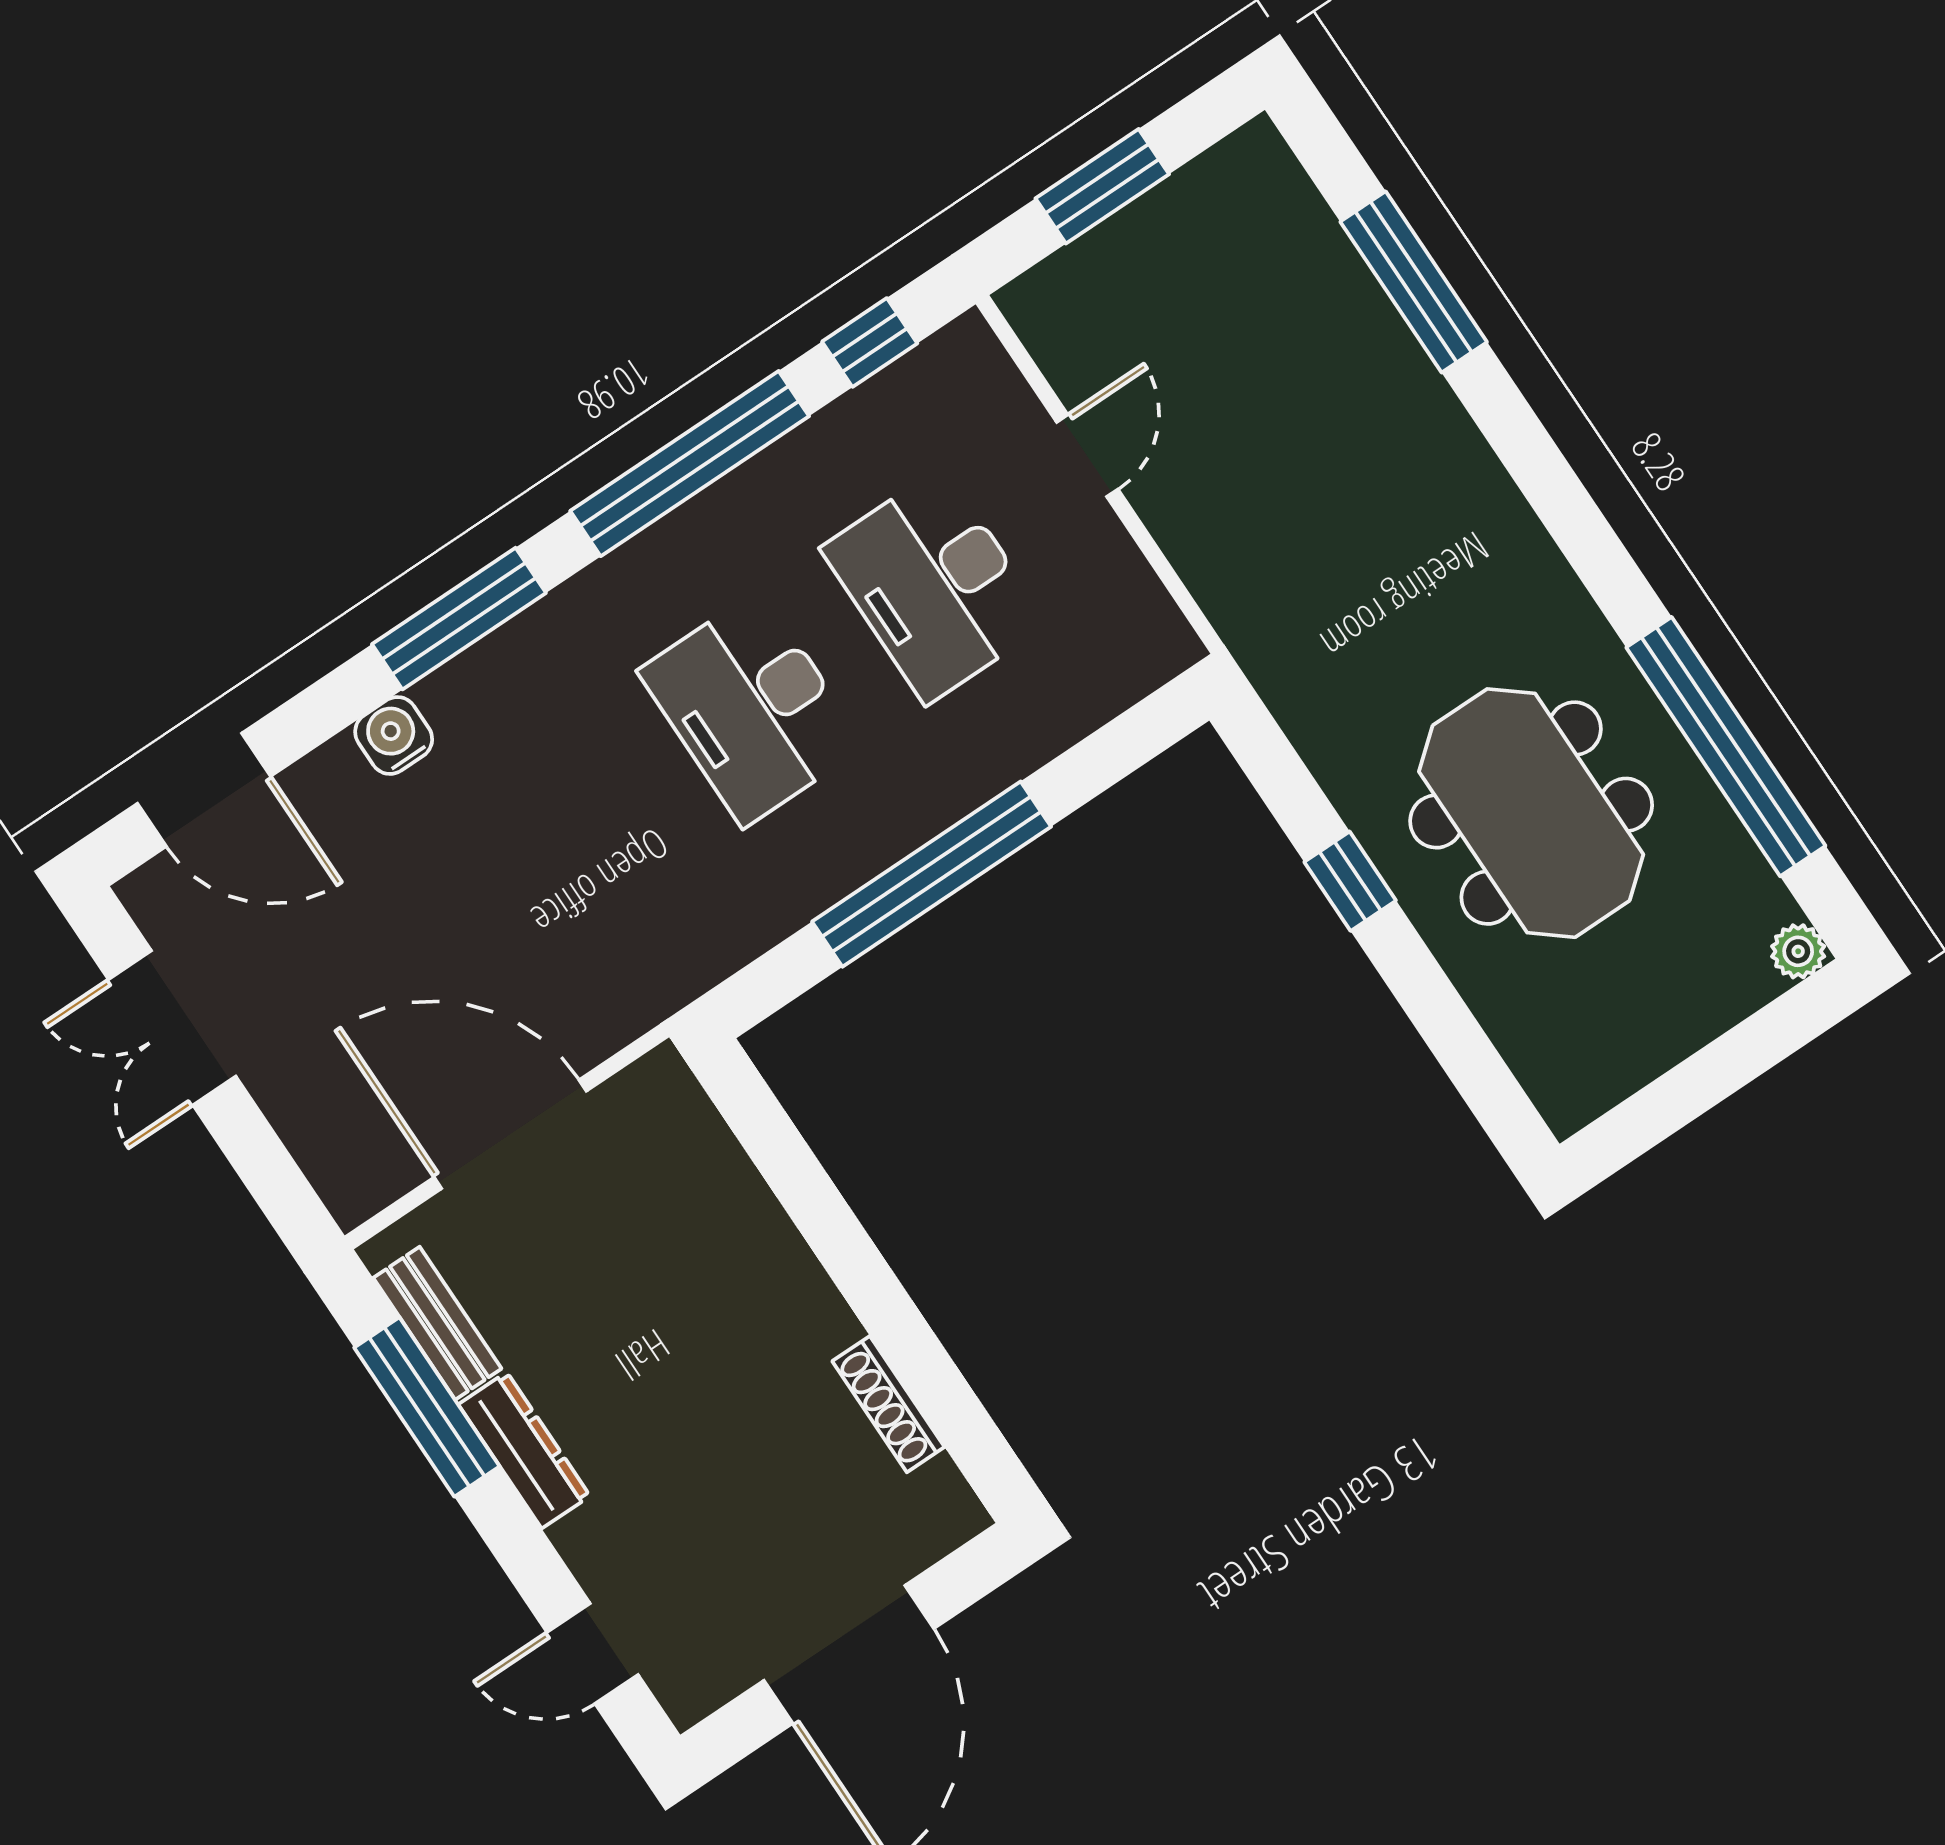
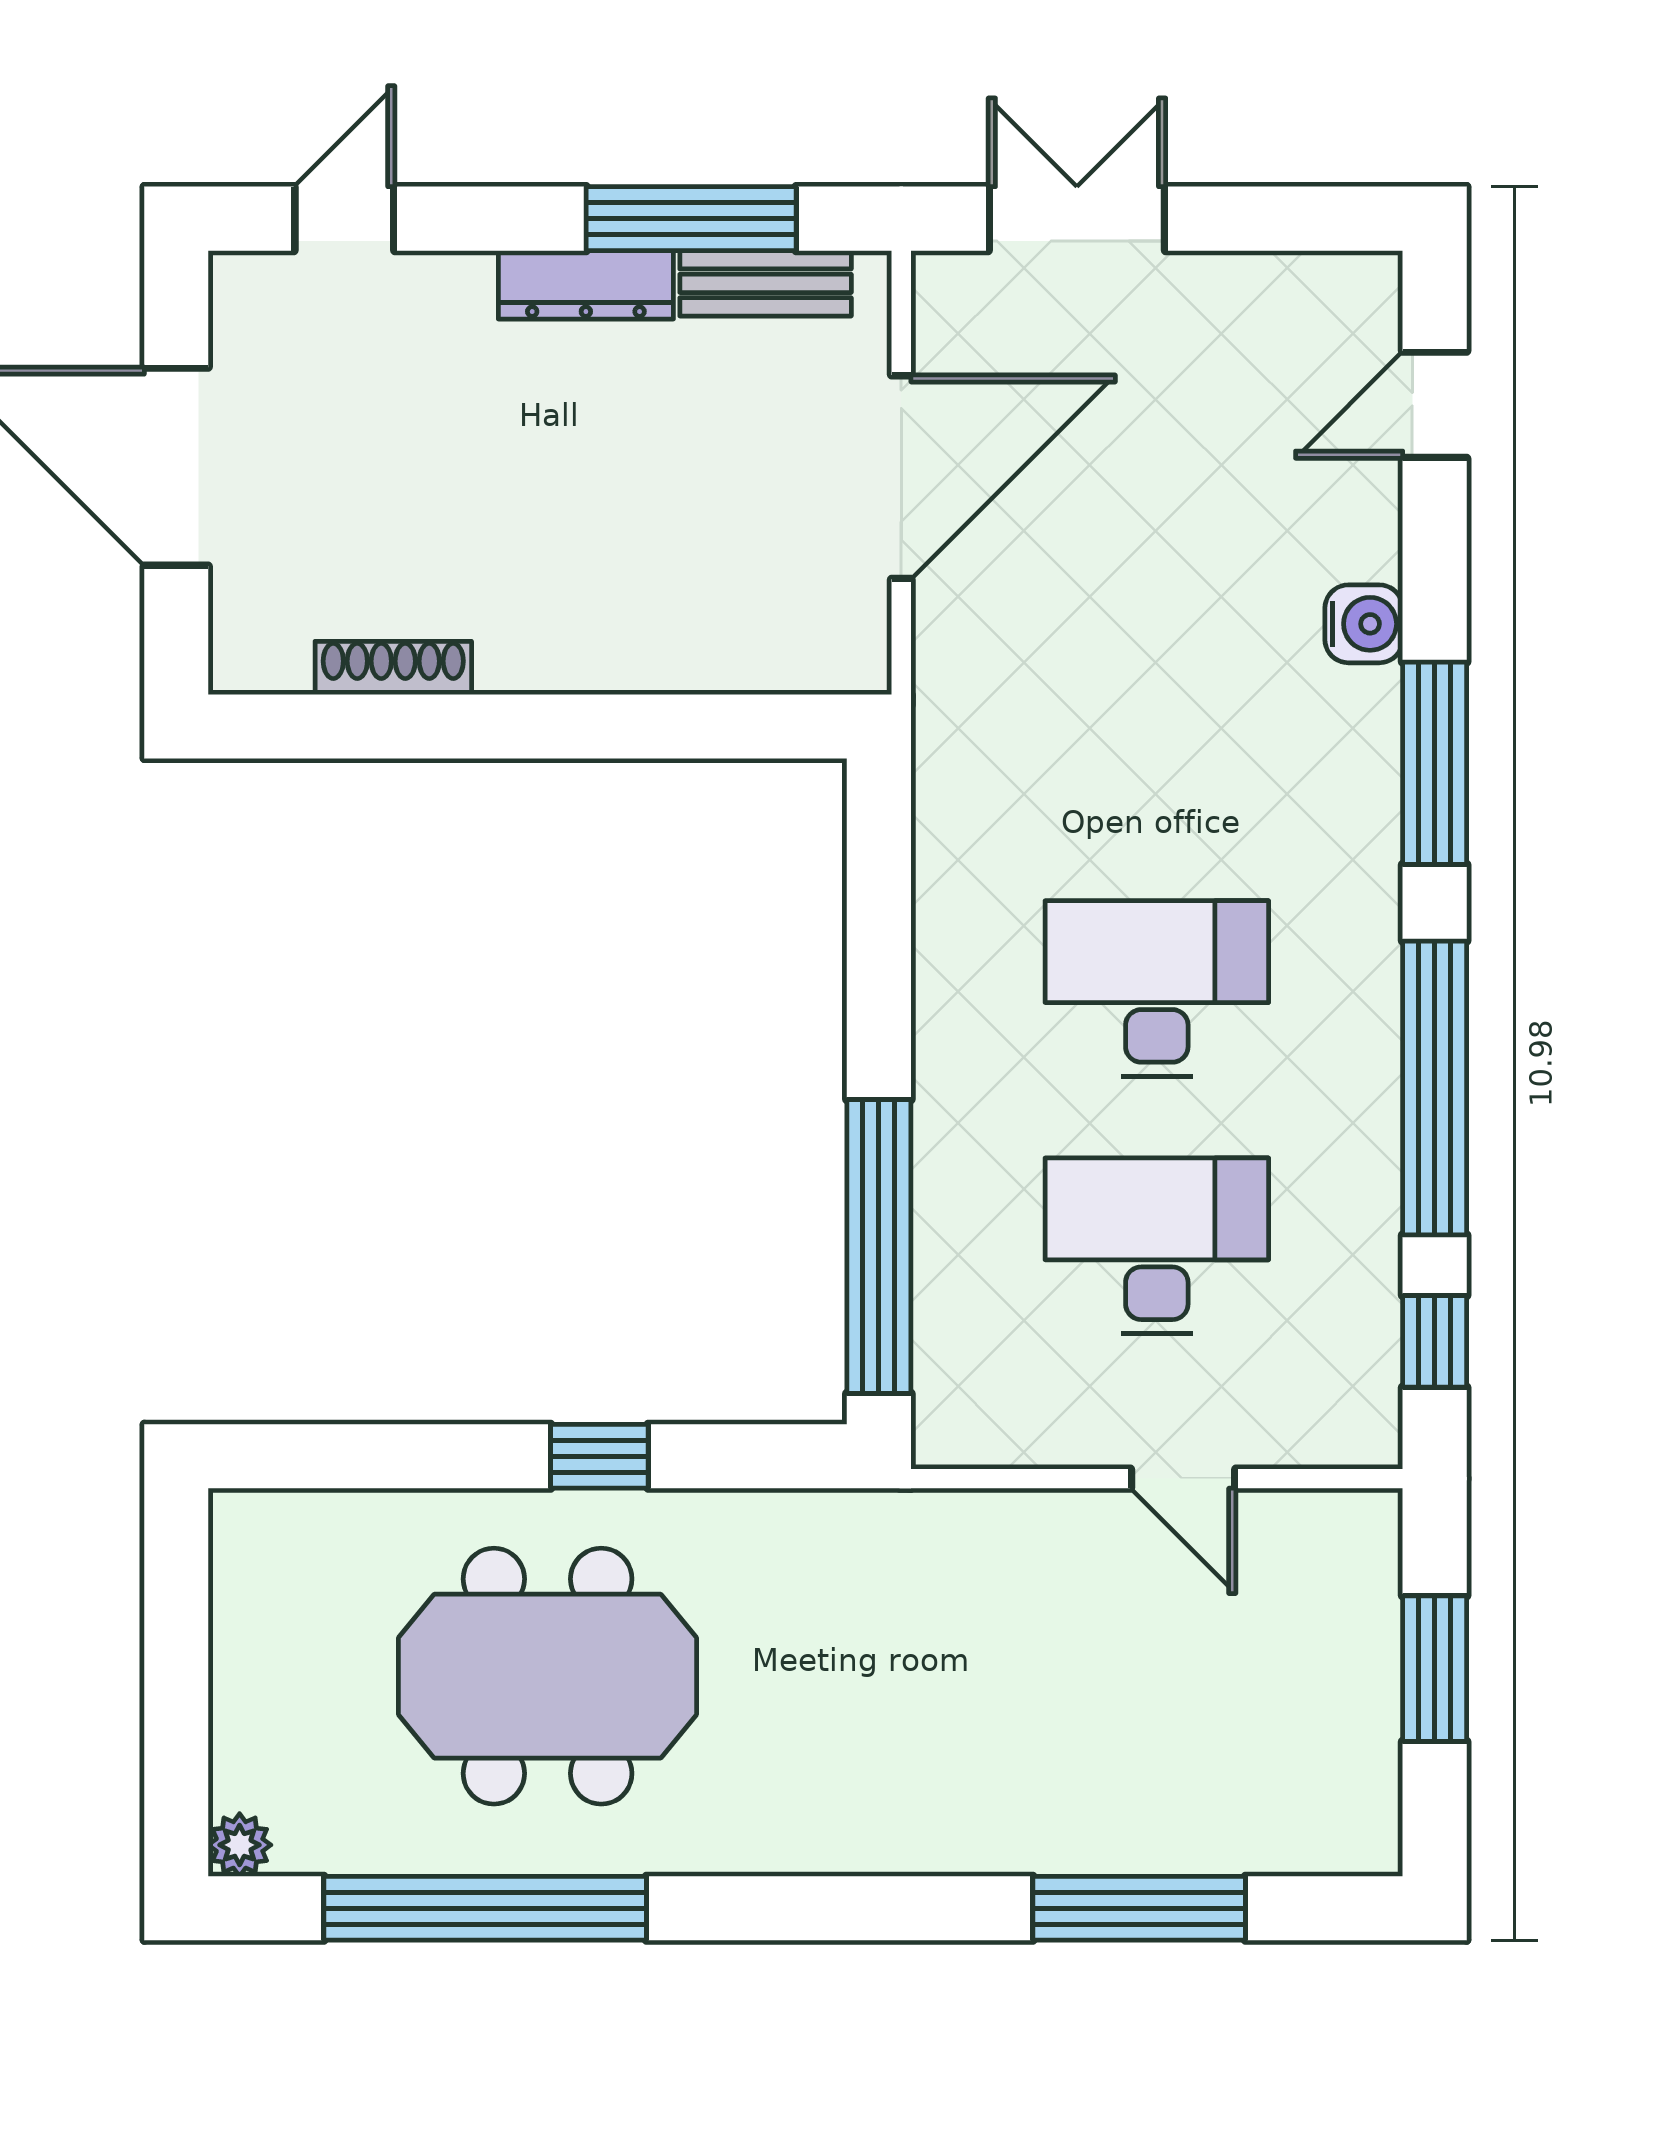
door: (204, 790) -> (1435, 405), width x0.73
window: (932, 874) -> (879, 1246), moved
double door: (172, 1028) -> (1077, 219), moved

